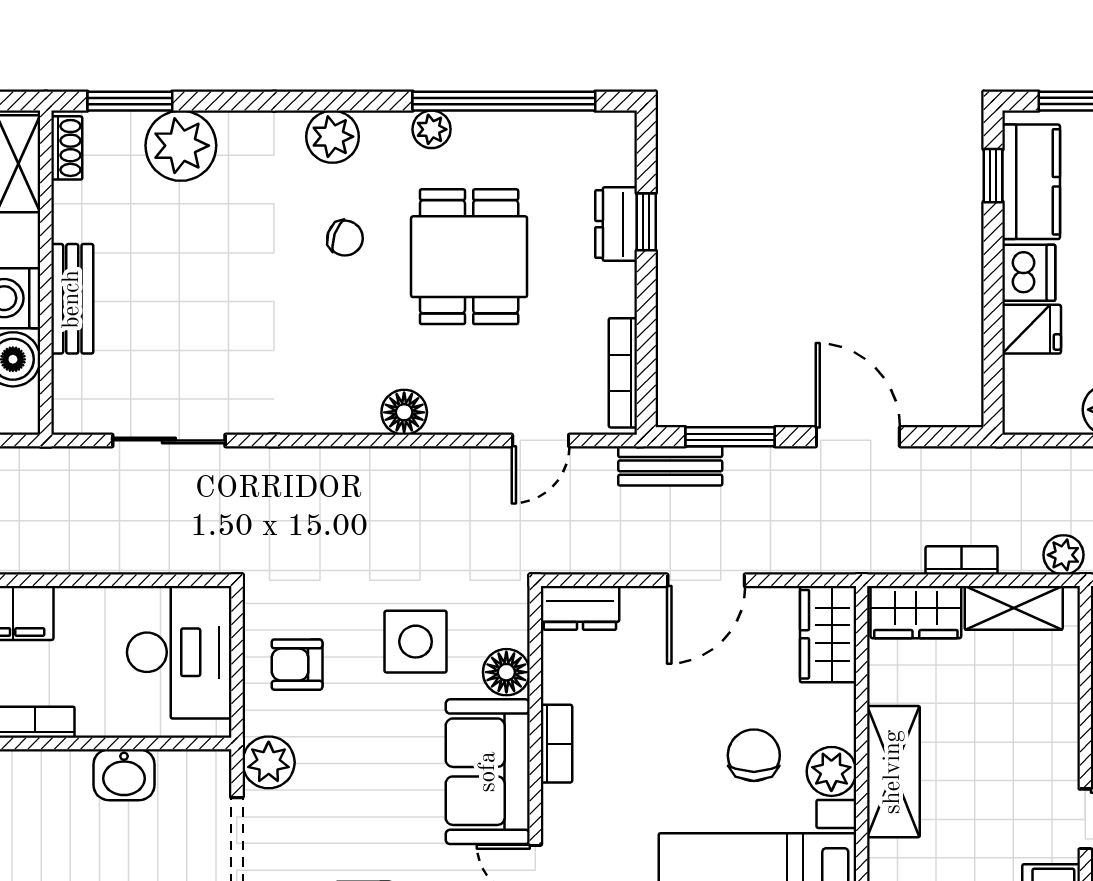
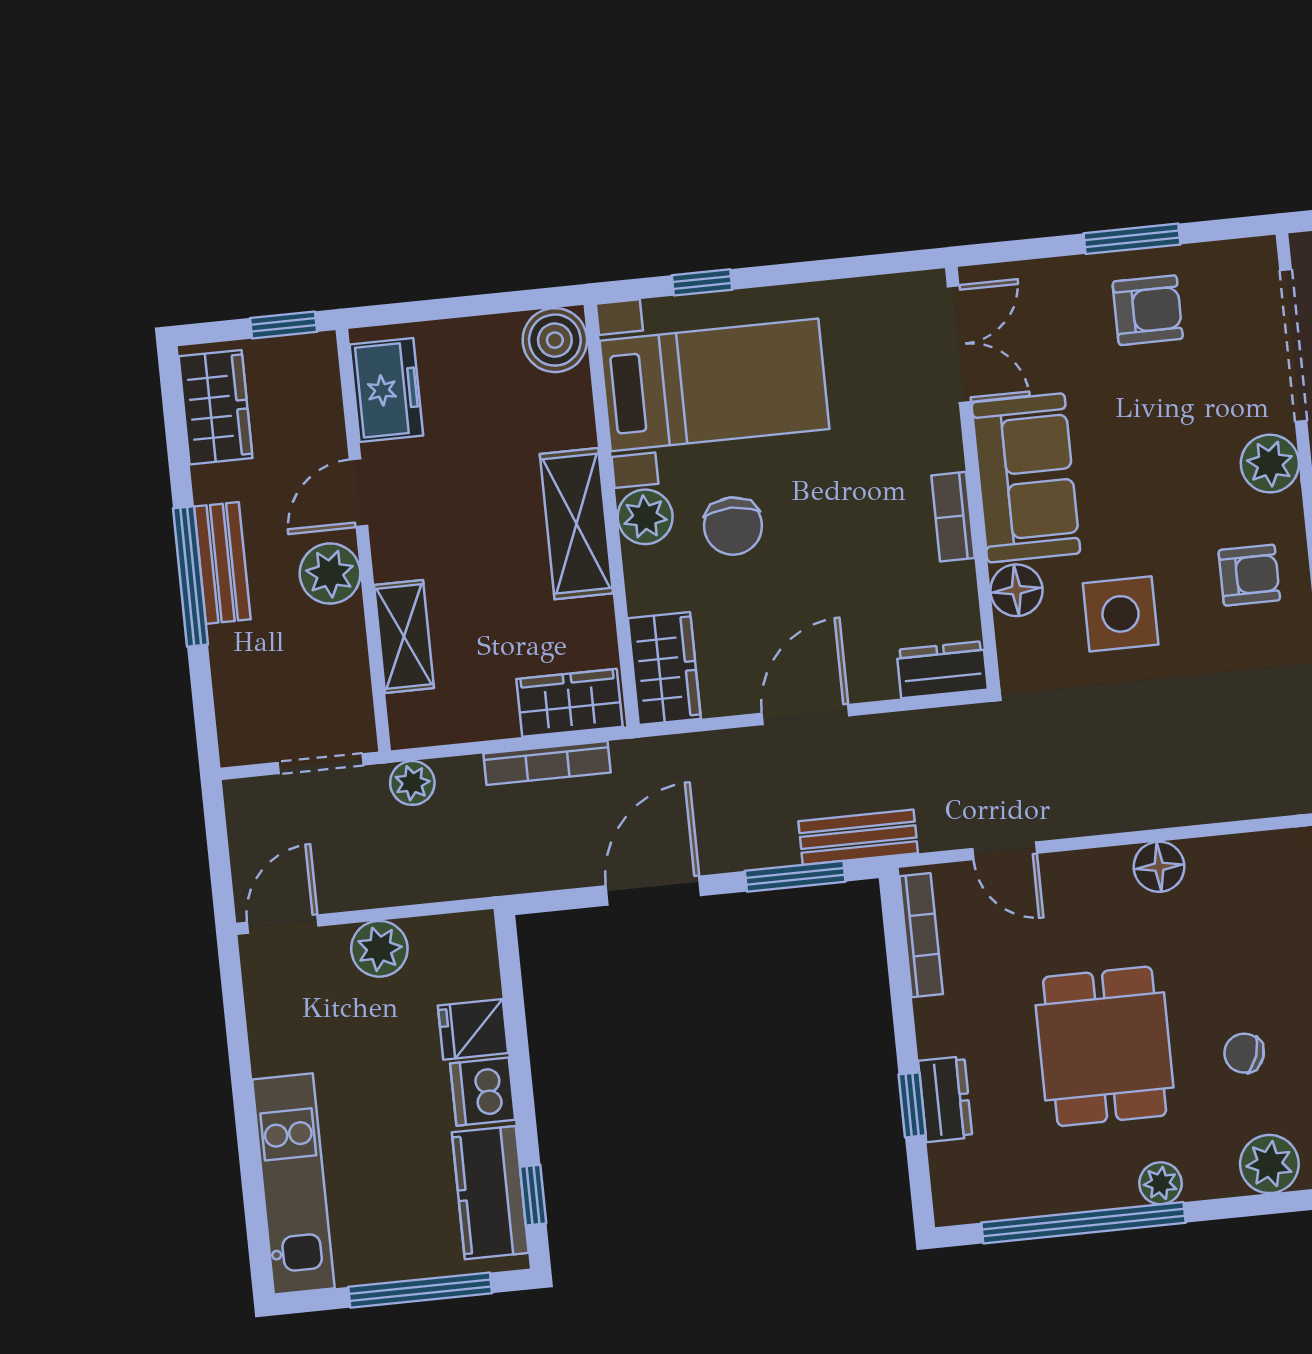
door: (858, 437) -> (653, 891), swing flipped
door: (541, 440) -> (1005, 851), swing flipped
bookcase: (962, 560) -> (547, 763), width x1.56
shelving: (1014, 608) -> (404, 636), moved, turned 90

